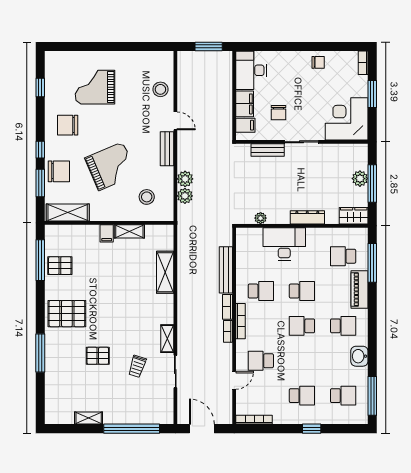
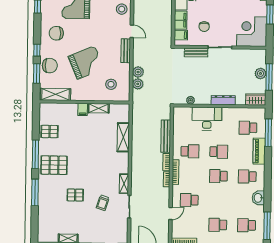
window: (40, 260) -> (35, 154), moved
school desk: (343, 326) -> (247, 176), turned 180
school desk: (302, 396) -> (218, 225), turned 180
school desk: (343, 396) -> (247, 225), turned 180

